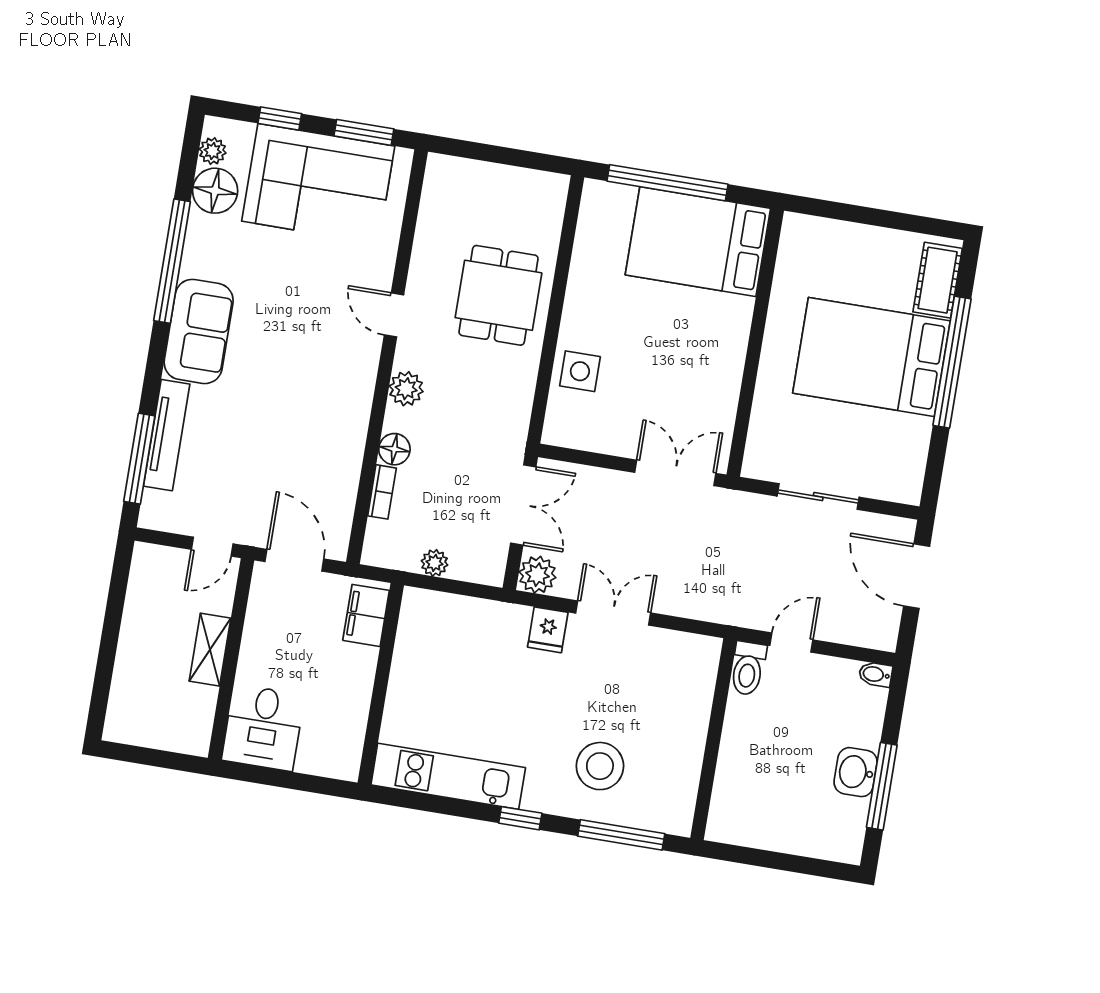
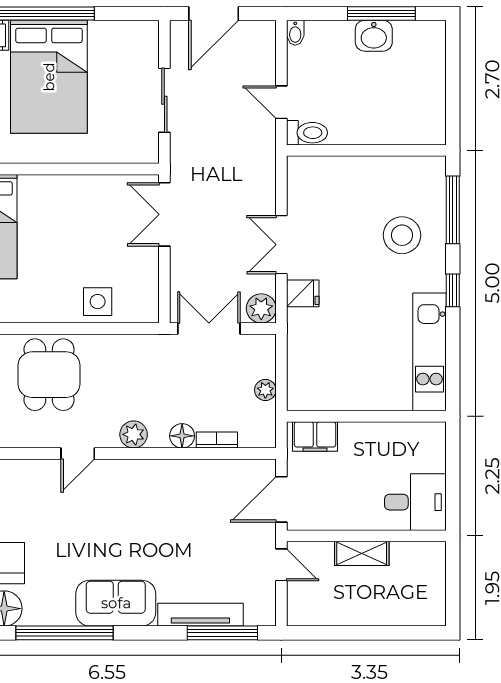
dining table: (499, 295) -> (49, 375), turned 90

